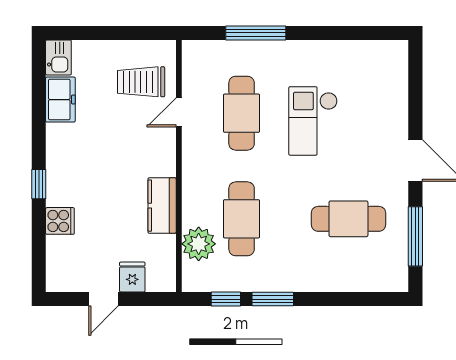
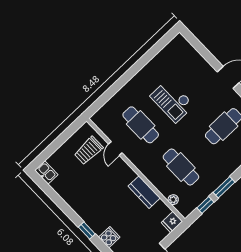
window: (256, 33) -> (116, 87), removed
freezer: (60, 100) -> (63, 188), removed
plant: (199, 244) -> (173, 200), width x0.53, depth x0.53
fridge: (132, 277) -> (172, 222), moved, turned -90

